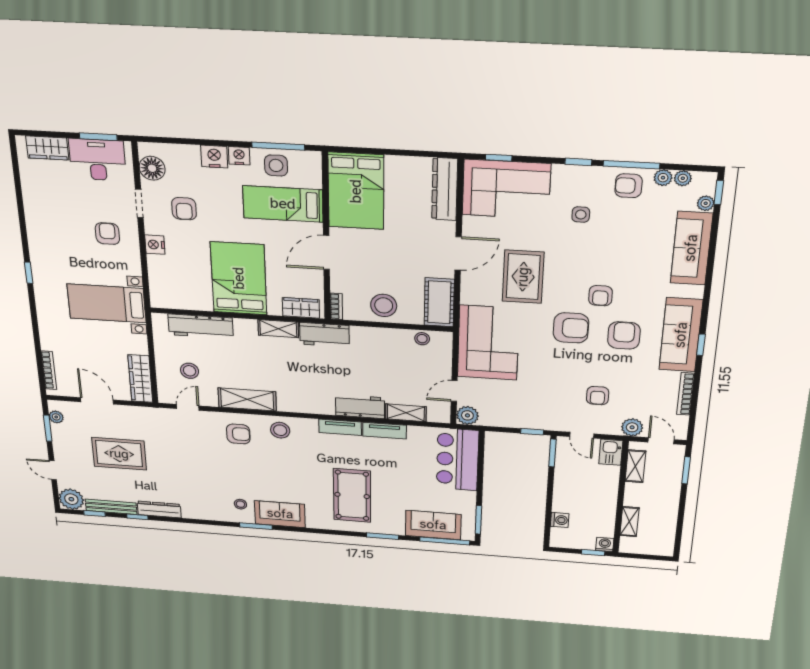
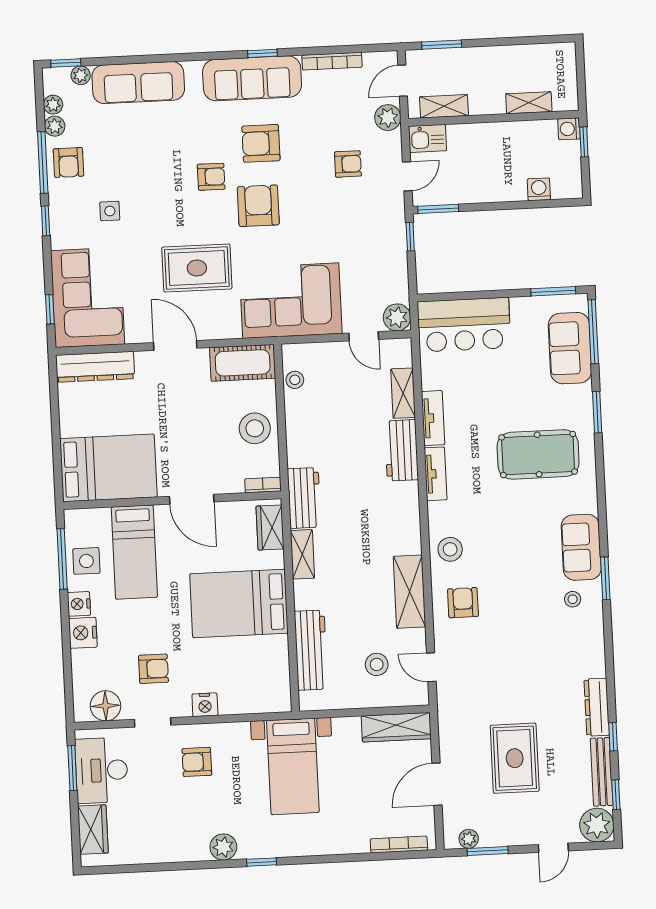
plant: (39, 246) -> (223, 847), added

